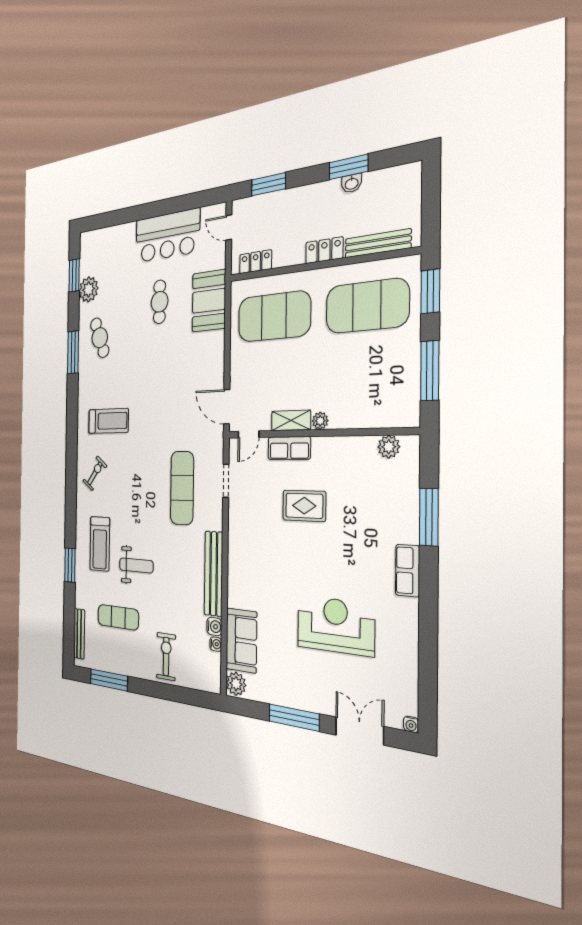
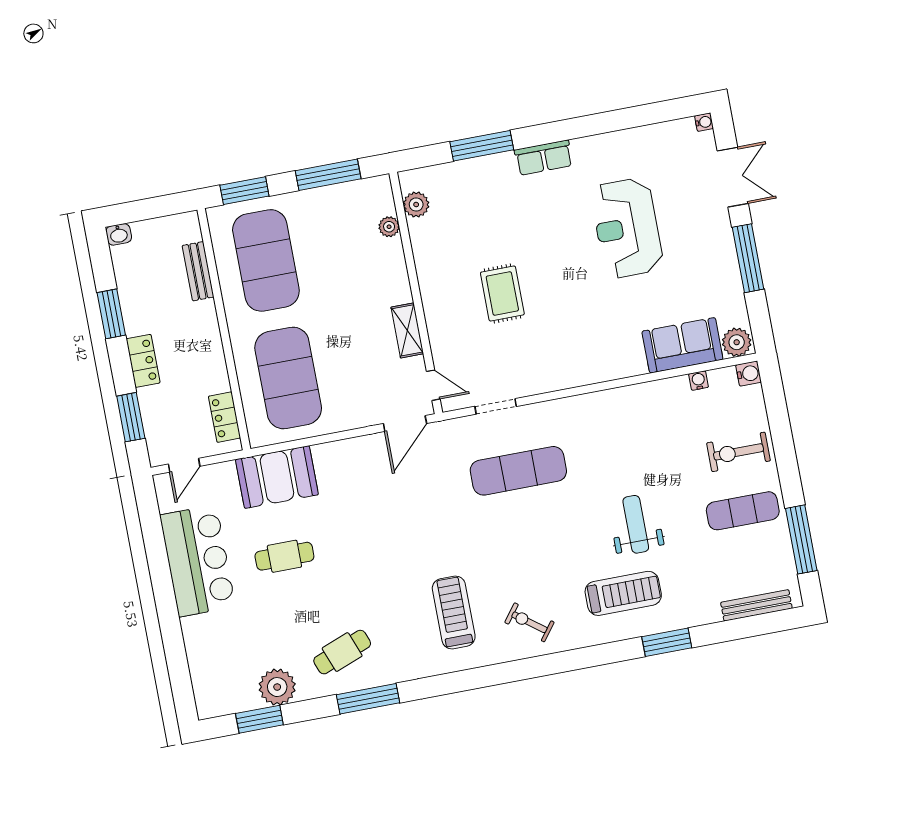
washbasin: (352, 183) -> (119, 234), moved, turned 90
bench: (378, 243) -> (198, 271), width x0.73
locker: (324, 250) -> (143, 361), moved, turned 180
plant: (320, 421) -> (389, 227), moved
row of seats: (289, 448) -> (440, 326), removed
bench: (214, 574) -> (613, 401), removed
exercise mat: (118, 617) -> (743, 511), moved, turned 90
water cooler: (214, 626) -> (749, 374), moved, turned 90
double door: (359, 731) -> (733, 177), swing flipped

